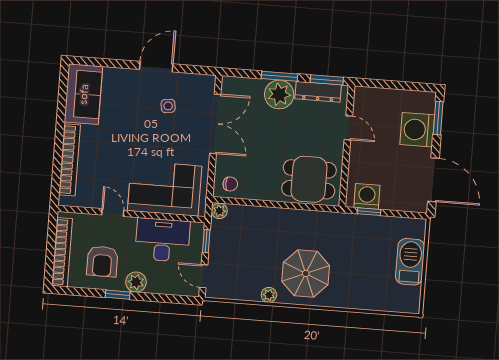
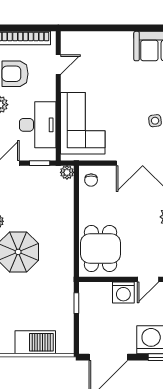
bookcase: (70, 160) -> (101, 38), removed
washing machine: (367, 196) -> (123, 292), moved, turned 90
door: (113, 213) -> (58, 65), moved

